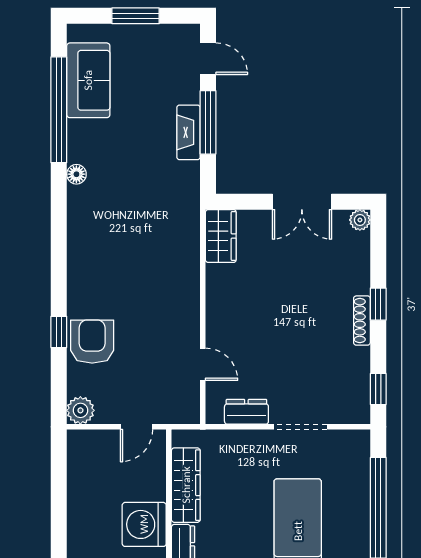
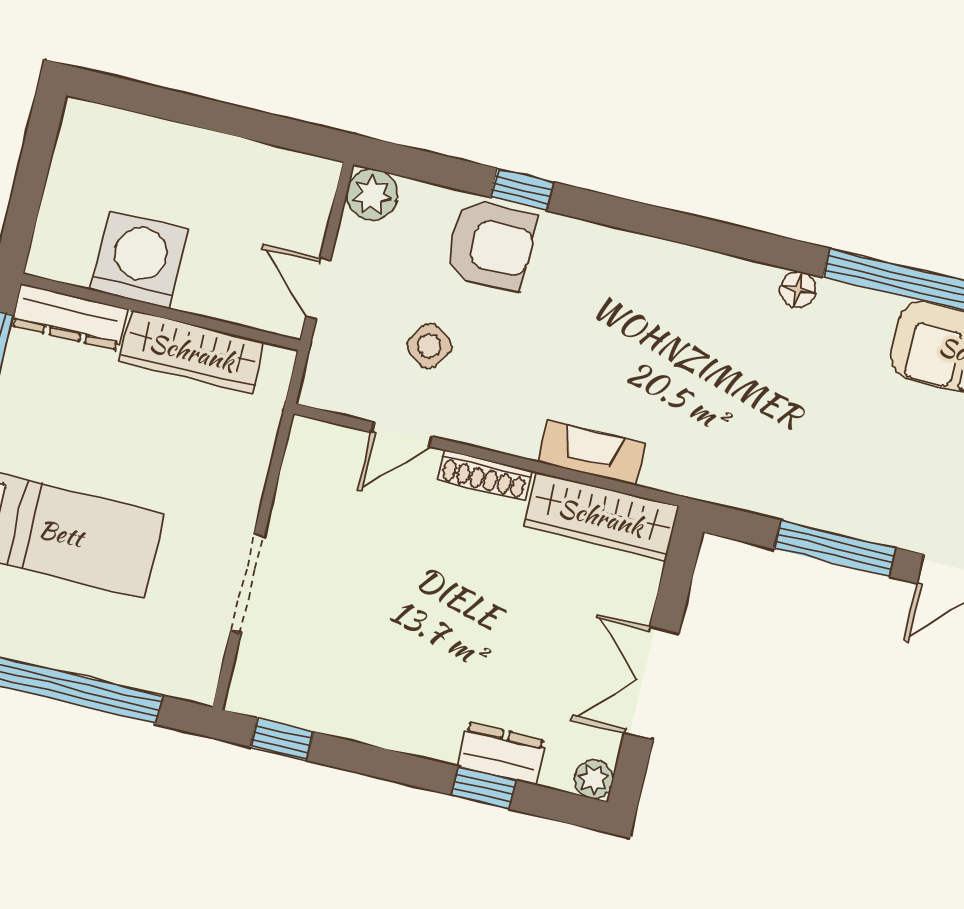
fireplace: (189, 132) -> (592, 453), moved
wardrobe: (221, 236) -> (601, 517), width x1.50
window: (378, 304) -> (484, 788), moved
shoe rack: (362, 321) -> (485, 475), moved, turned 180
side table: (153, 361) -> (429, 346), added
dresser: (246, 412) -> (501, 753), moved, turned -90

